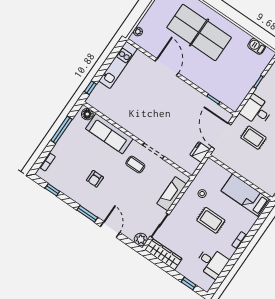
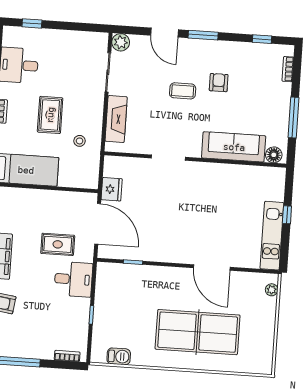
window: (90, 88) -> (287, 215), moved
coffee table: (135, 165) -> (183, 91), moved
rug: (211, 220) -> (50, 115), turned 90
wardrobe: (163, 254) -> (83, 41), removed

